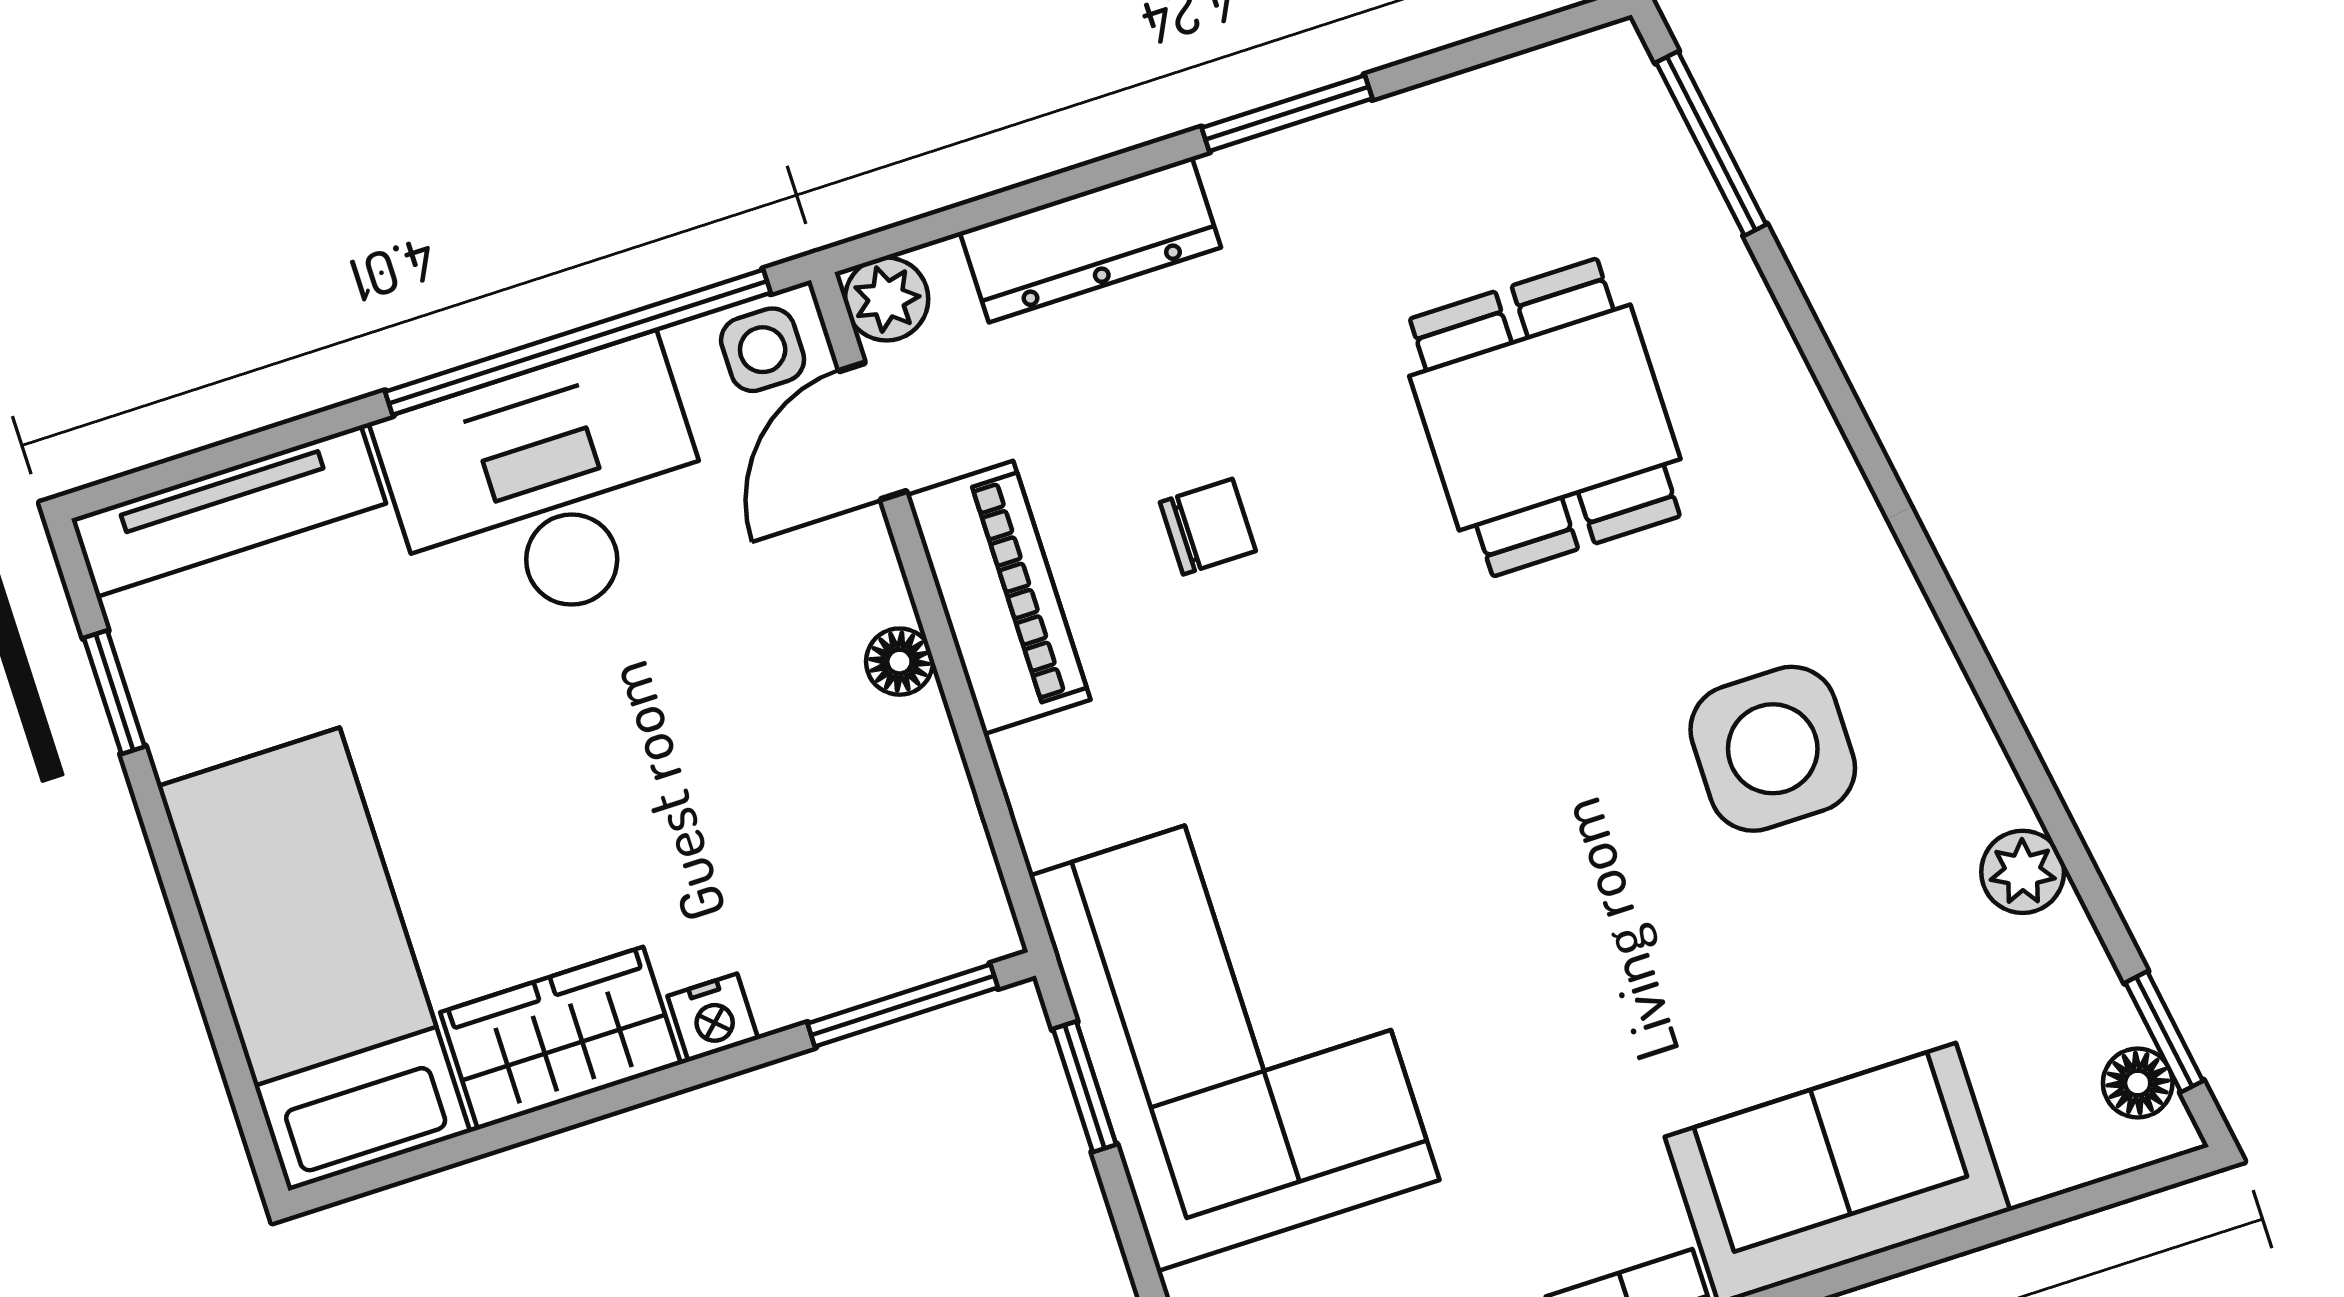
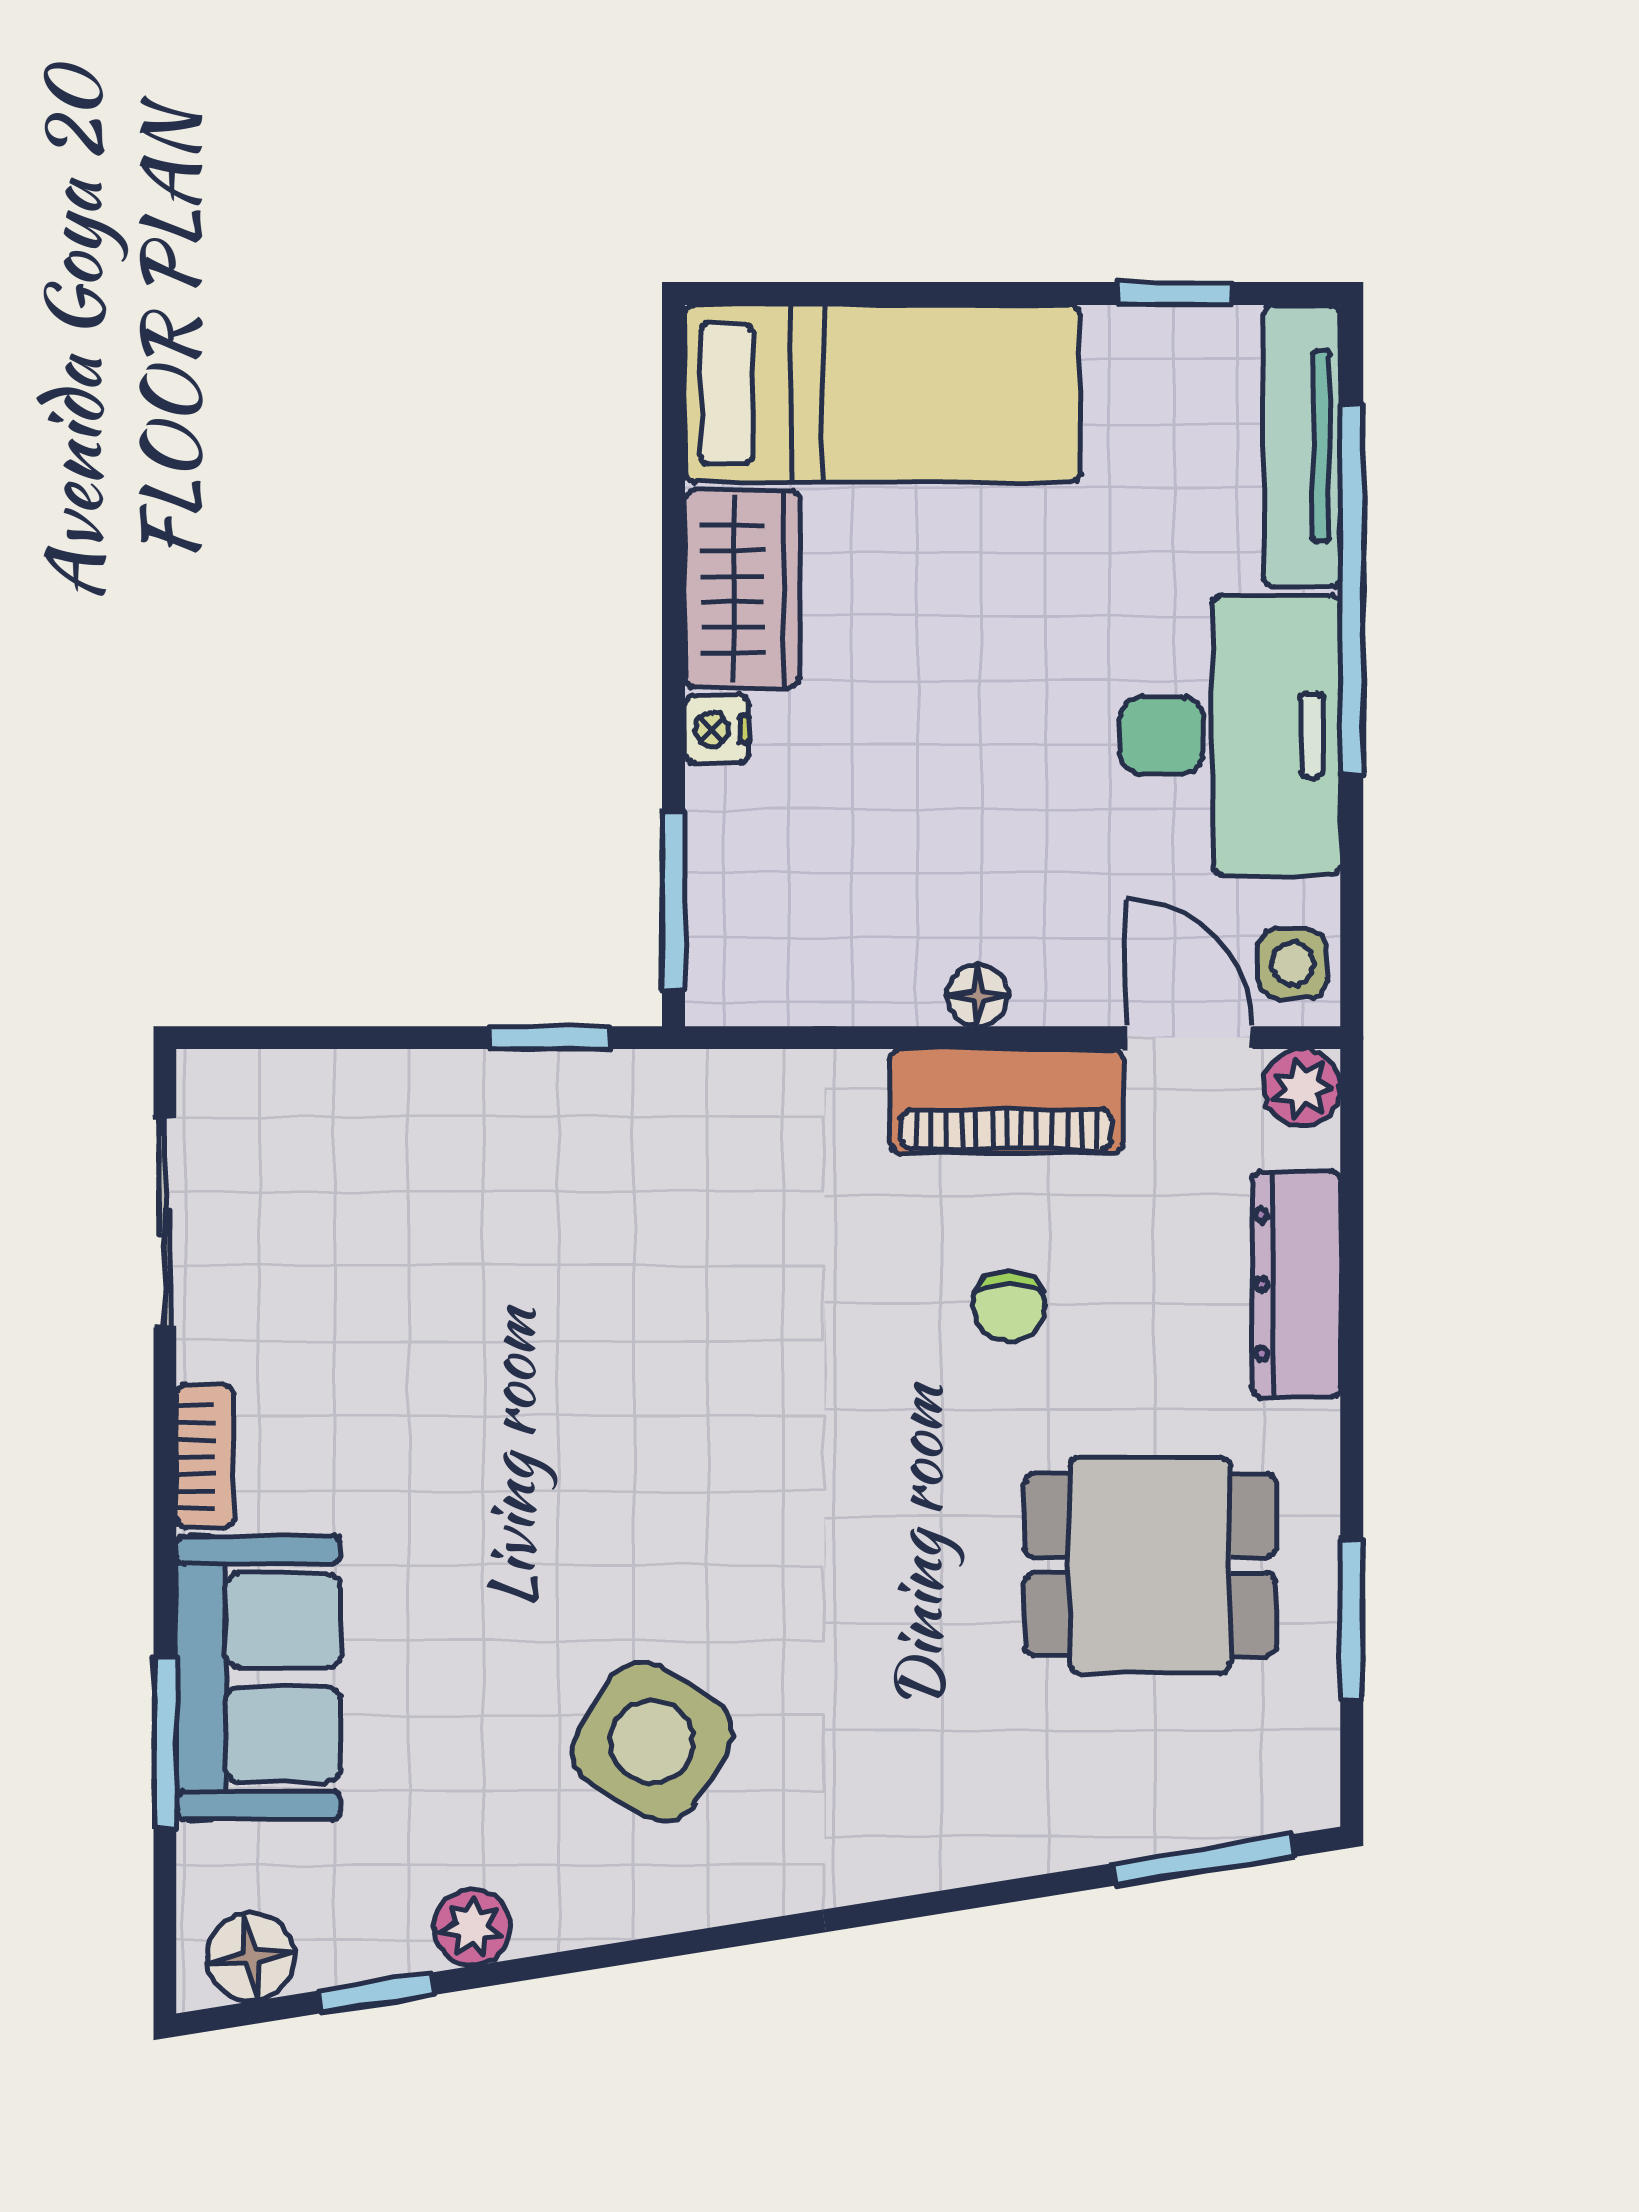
window: (1287, 113) -> (1352, 1619), moved
window: (578, 342) -> (1352, 589), moved
dining table: (1545, 417) -> (1150, 1565), moved
side table: (1773, 749) -> (652, 1742), turned 32
corner sofa: (1234, 1028) -> (559, 1187), removed
window: (2164, 1032) -> (376, 1993), moved
floor lamp: (2138, 1083) -> (251, 1957), width x1.37, depth x1.37
window: (1935, 1248) -> (165, 1743), added

